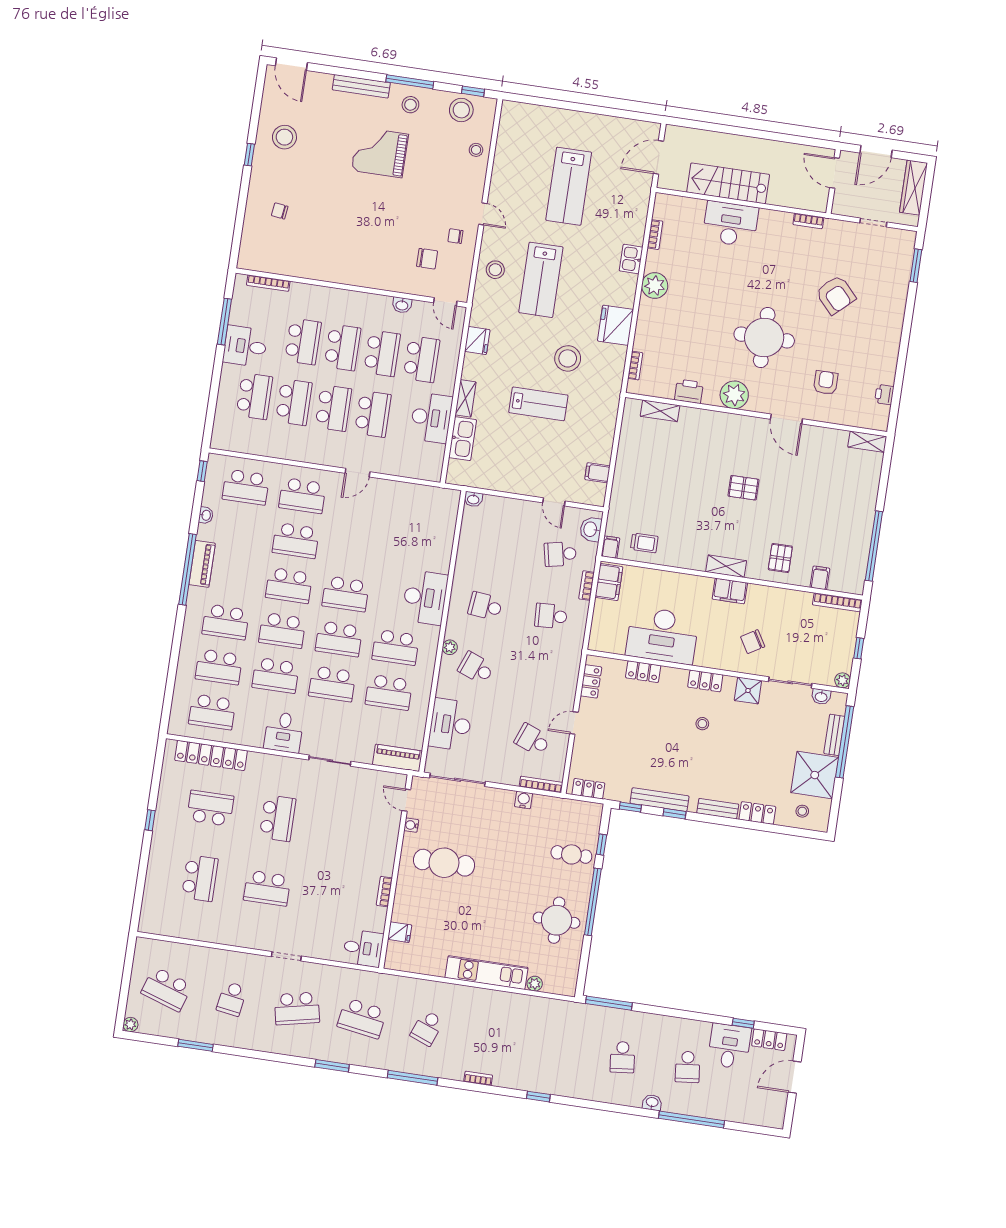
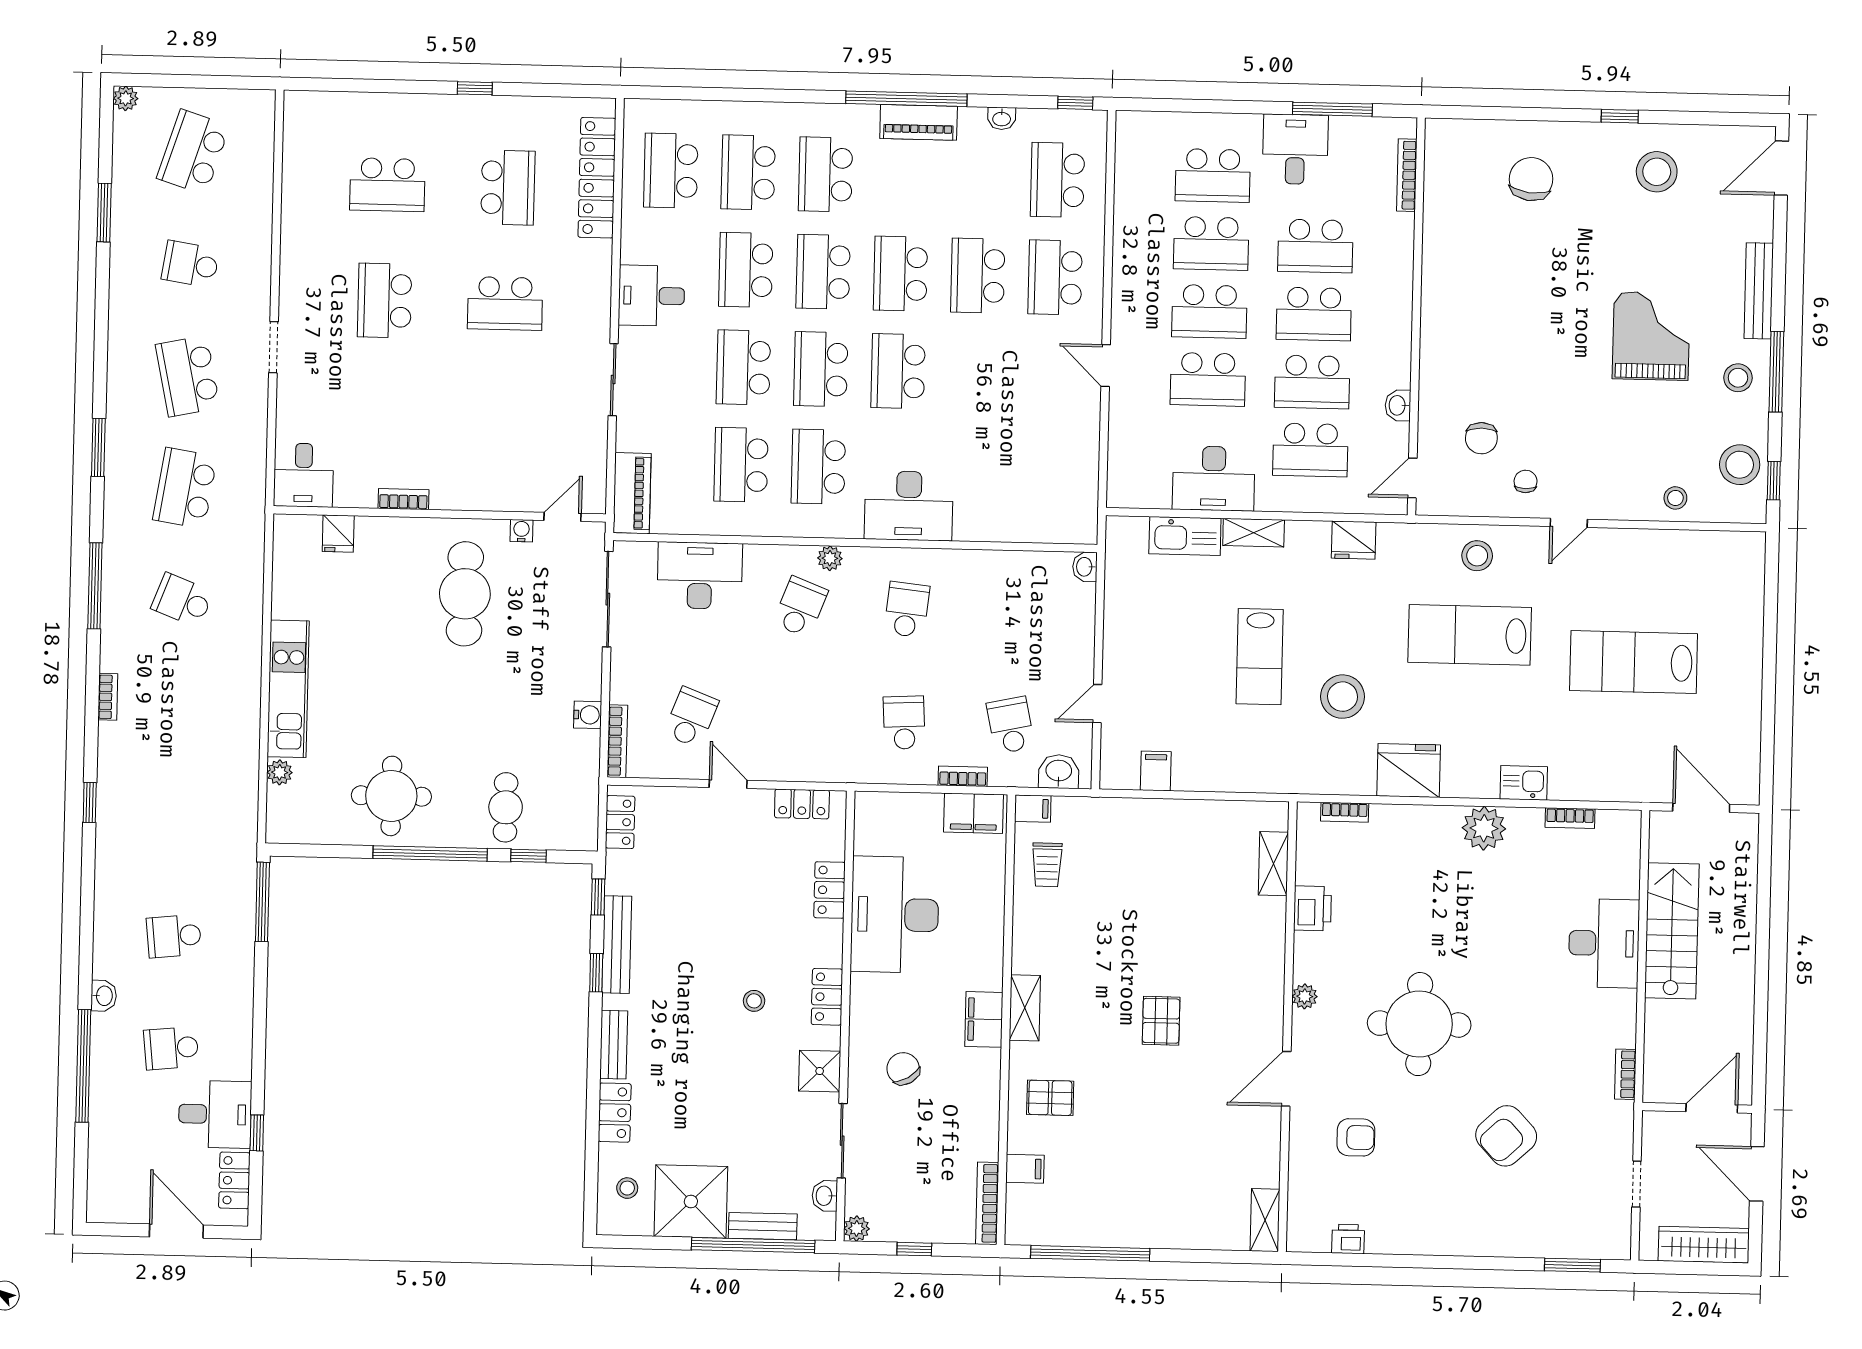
chair: (280, 211) -> (1531, 179), width x1.87, depth x1.87
plant: (734, 395) -> (1305, 996), width x0.53, depth x0.53

